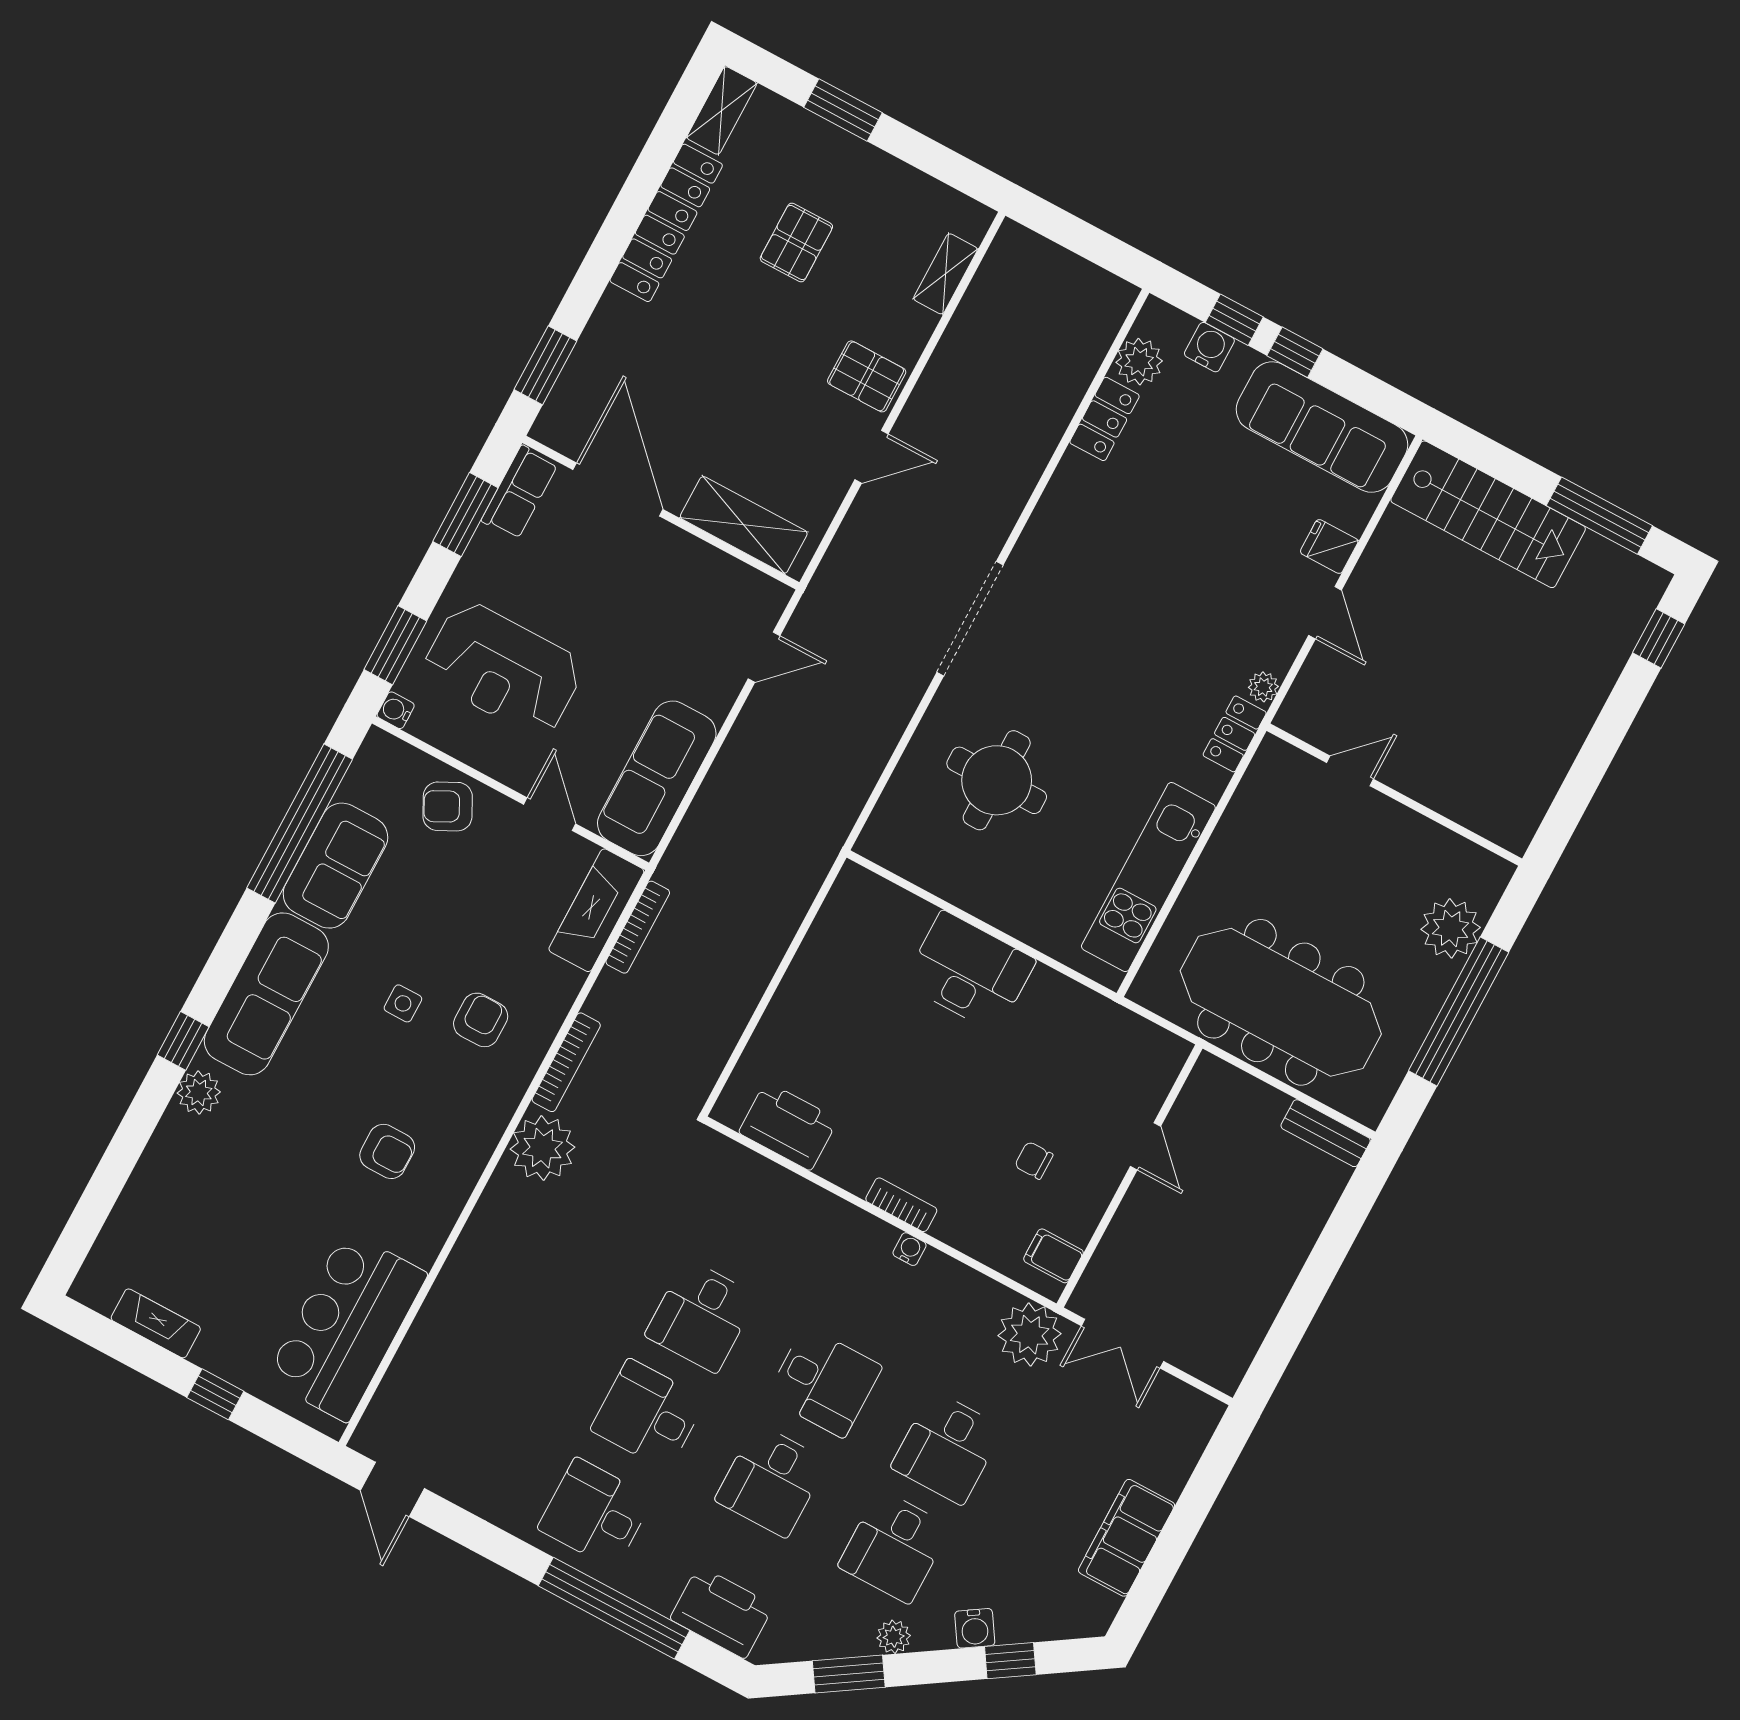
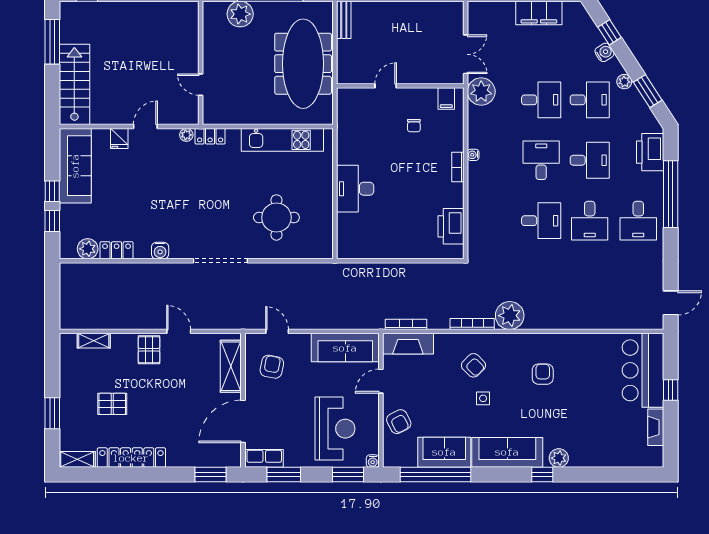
water cooler: (1209, 347) -> (160, 251), moved, turned -90
armchair: (698, 608) -> (272, 367), added
armchair: (481, 1020) -> (473, 365), turned -135
bar counter: (347, 1326) -> (643, 370), moved, turned 90

